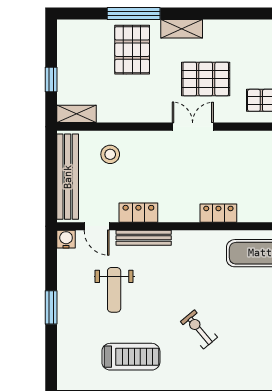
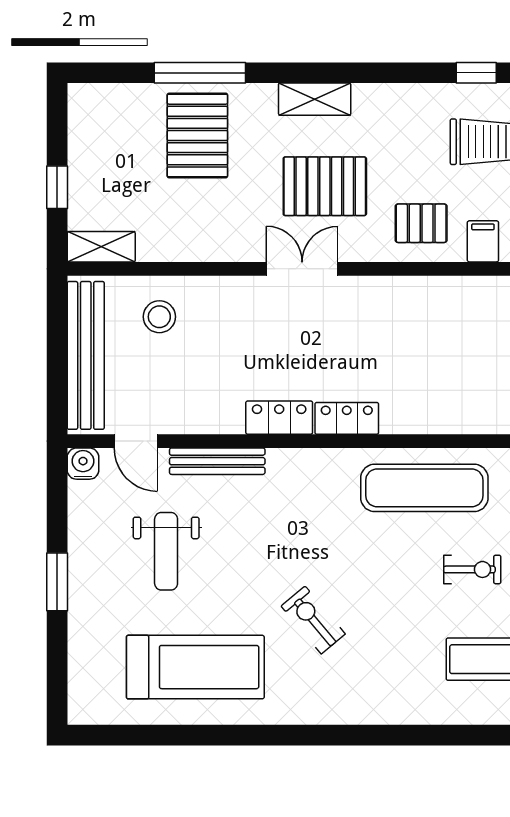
shelving: (182, 29) -> (315, 99), moved
locker: (138, 213) -> (279, 418), moved
treadmill: (131, 357) -> (195, 667), width x1.37, depth x1.38

